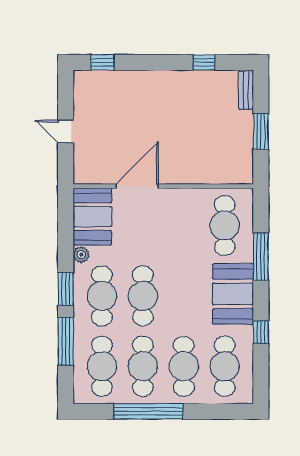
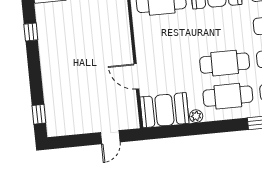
door: (66, 132) -> (110, 137), moved
door: (137, 186) -> (136, 76), width x0.73
window: (66, 289) -> (225, 126), removed

